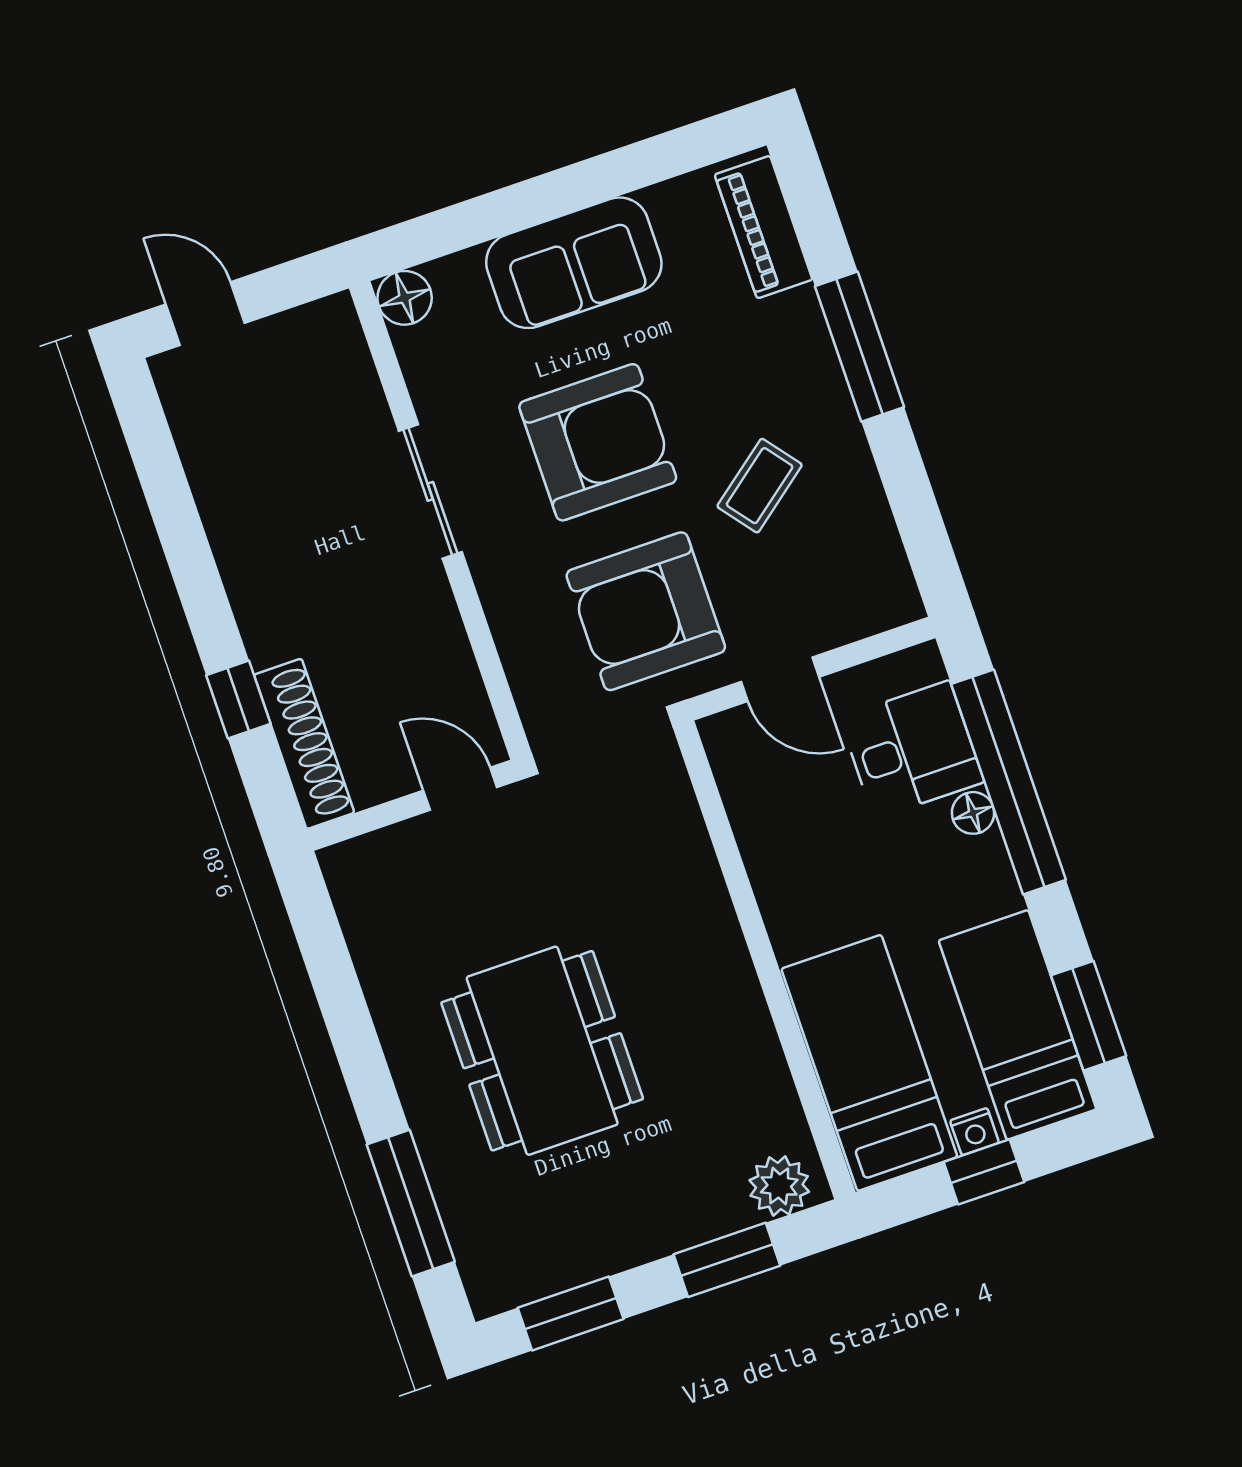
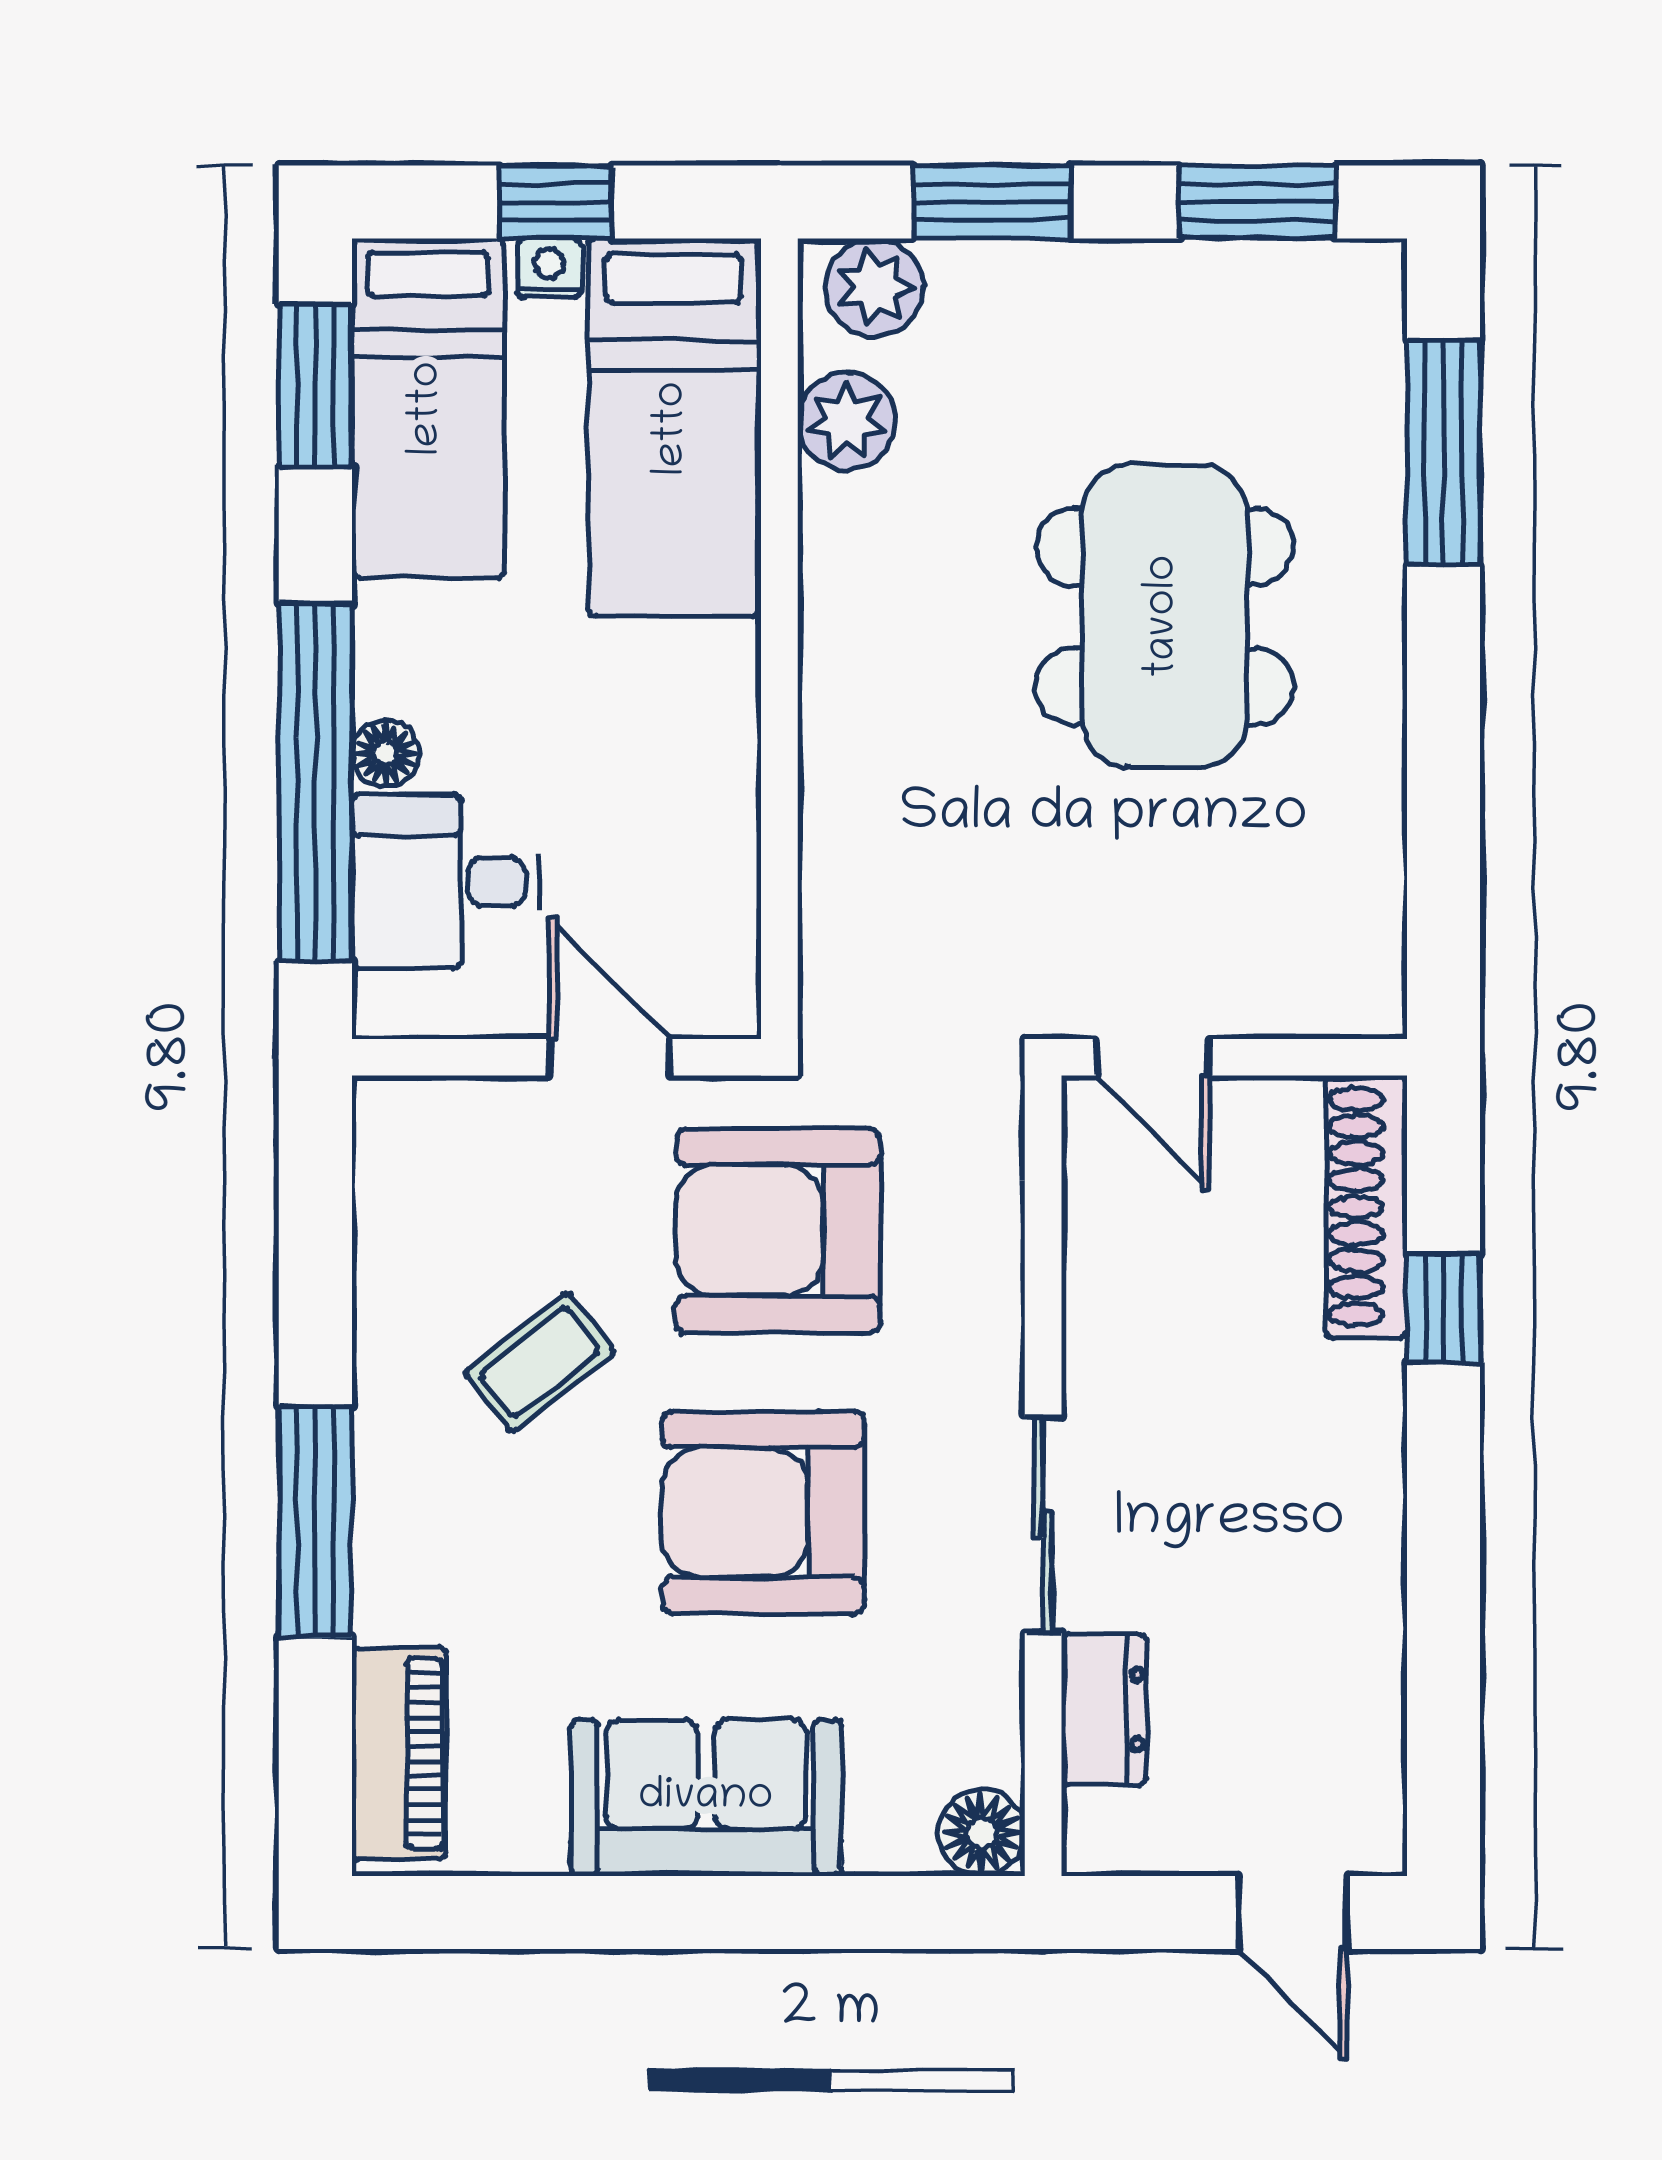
dresser: (357, 395) -> (1104, 1709), added
armchair: (646, 611) -> (778, 1231), turned 180
plant: (768, 1101) -> (847, 422), added

